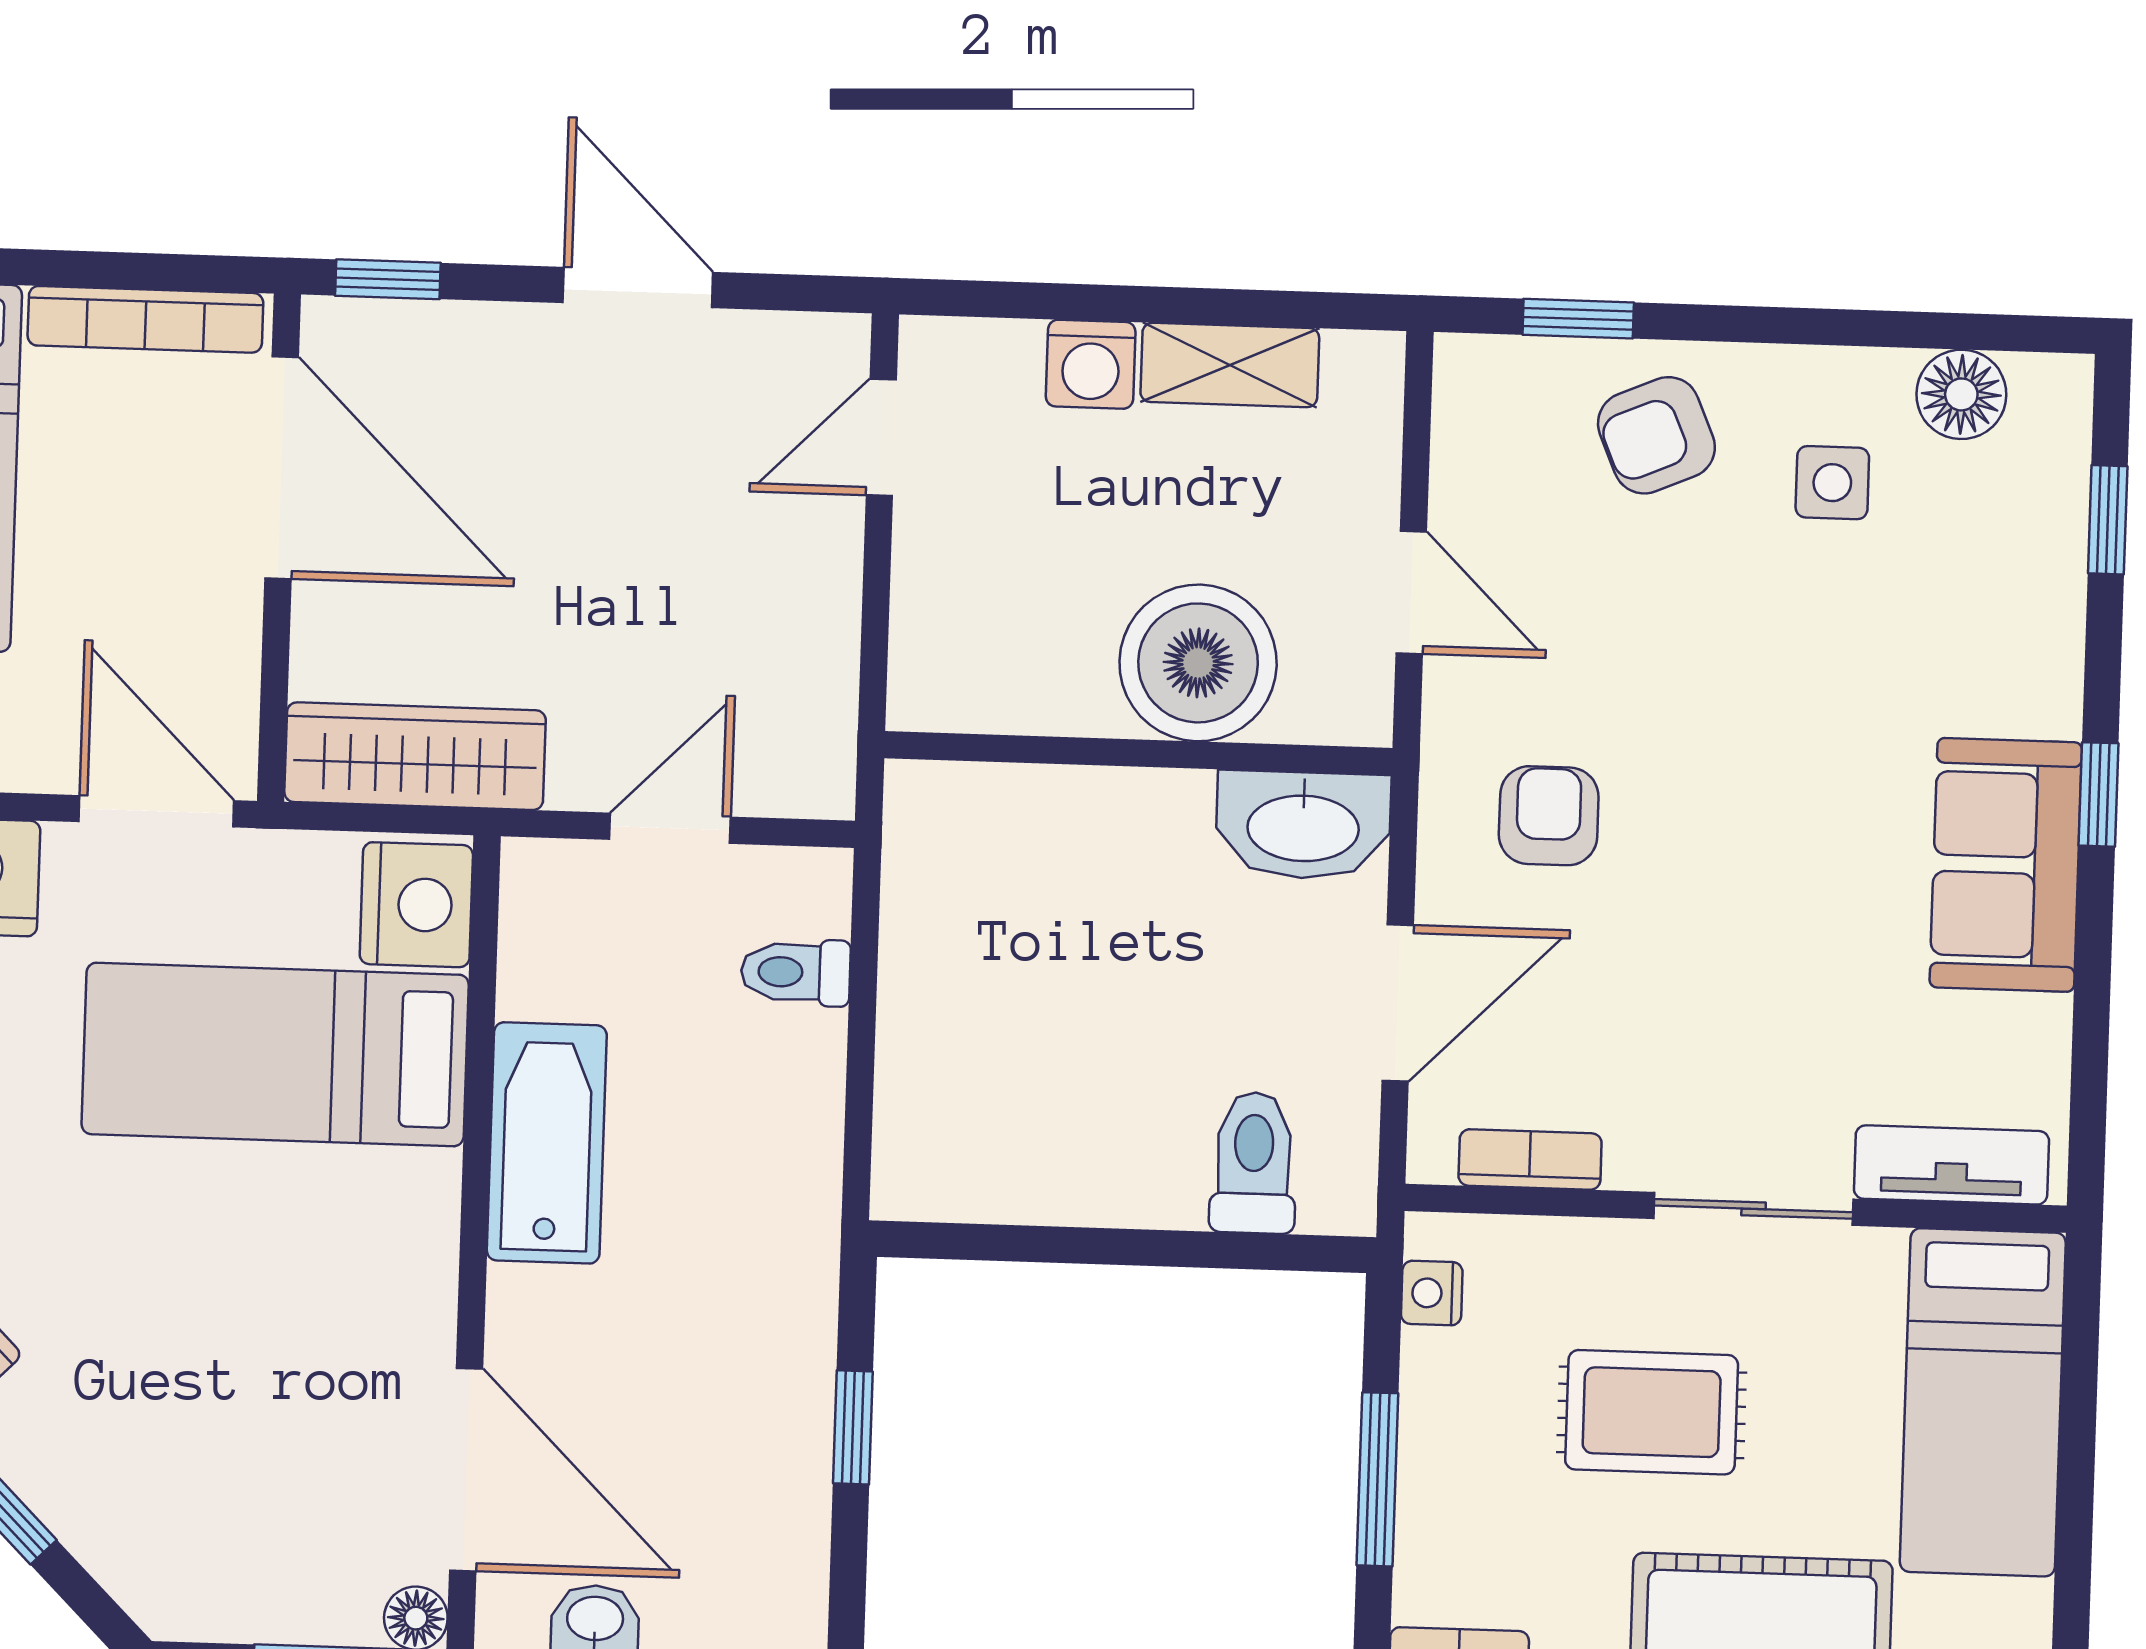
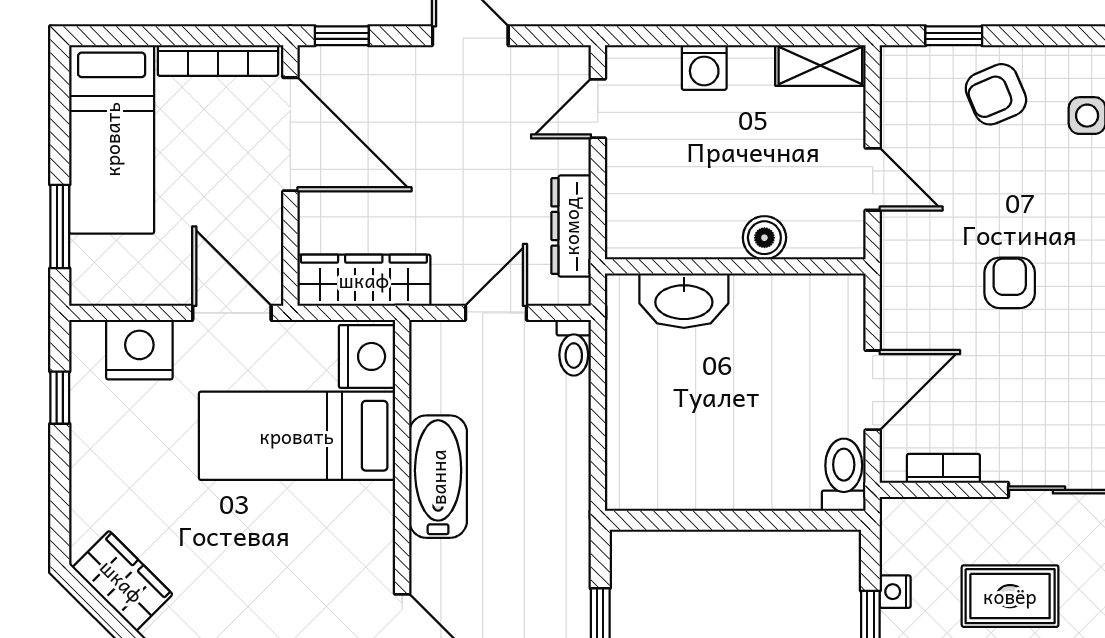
shelving: (1230, 365) -> (820, 65), moved
boiler: (1198, 663) -> (764, 238), width x0.54, depth x0.54
dresser: (822, 664) -> (571, 226), added
armchair: (1549, 816) -> (1010, 283), moved
washbasin: (1303, 825) -> (684, 301), moved
toilet: (796, 972) -> (574, 348), moved, turned -90
toilet: (1254, 1163) -> (844, 475), moved
nightstand: (1432, 1293) -> (895, 592), moved

